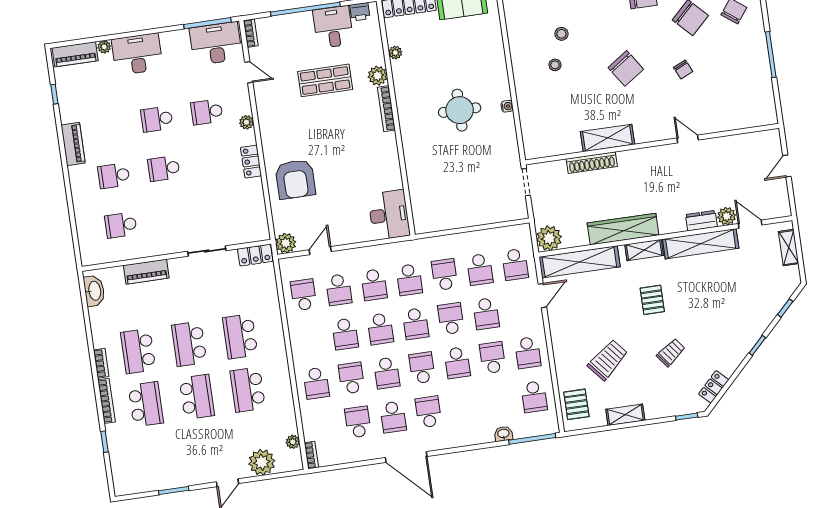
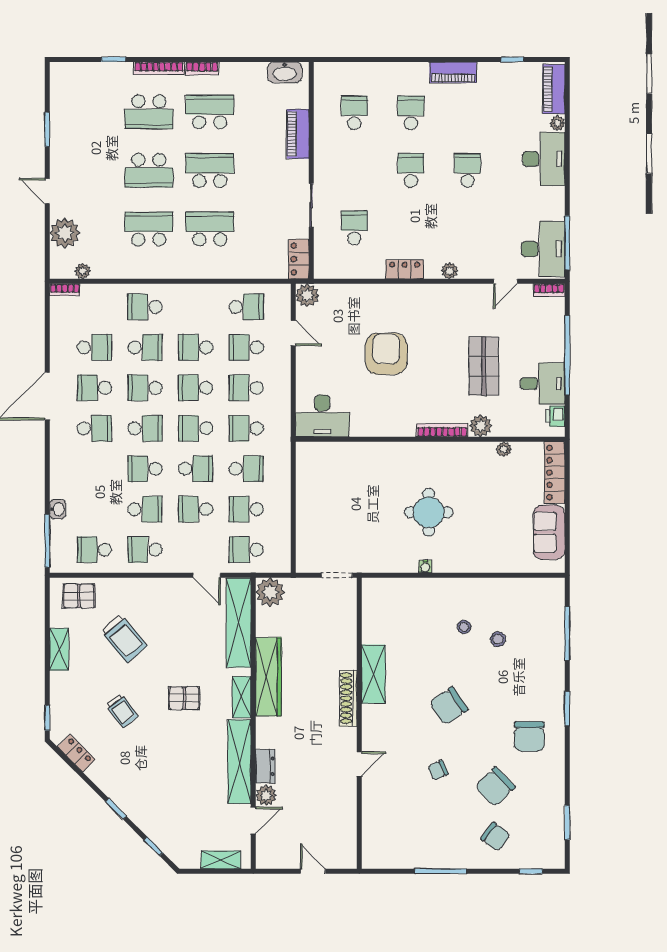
school desk: (207, 112) -> (354, 228), moved
shoe rack: (592, 163) -> (348, 698), moved
armchair: (295, 179) -> (386, 354), moved, turned 90

